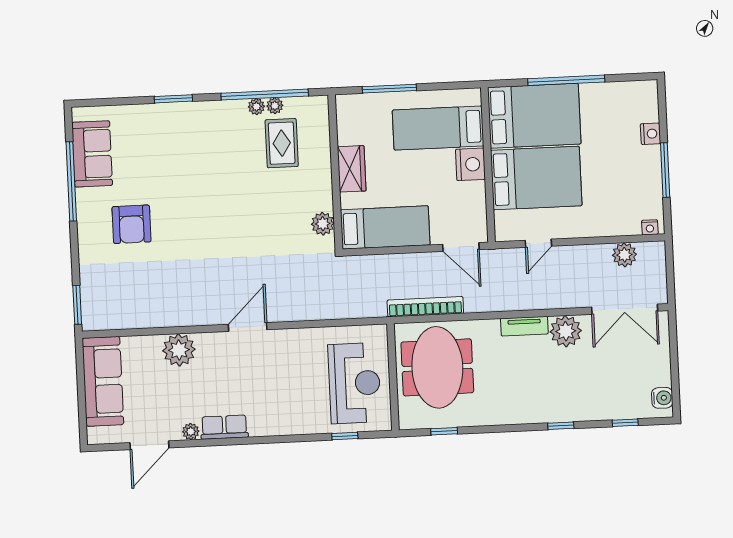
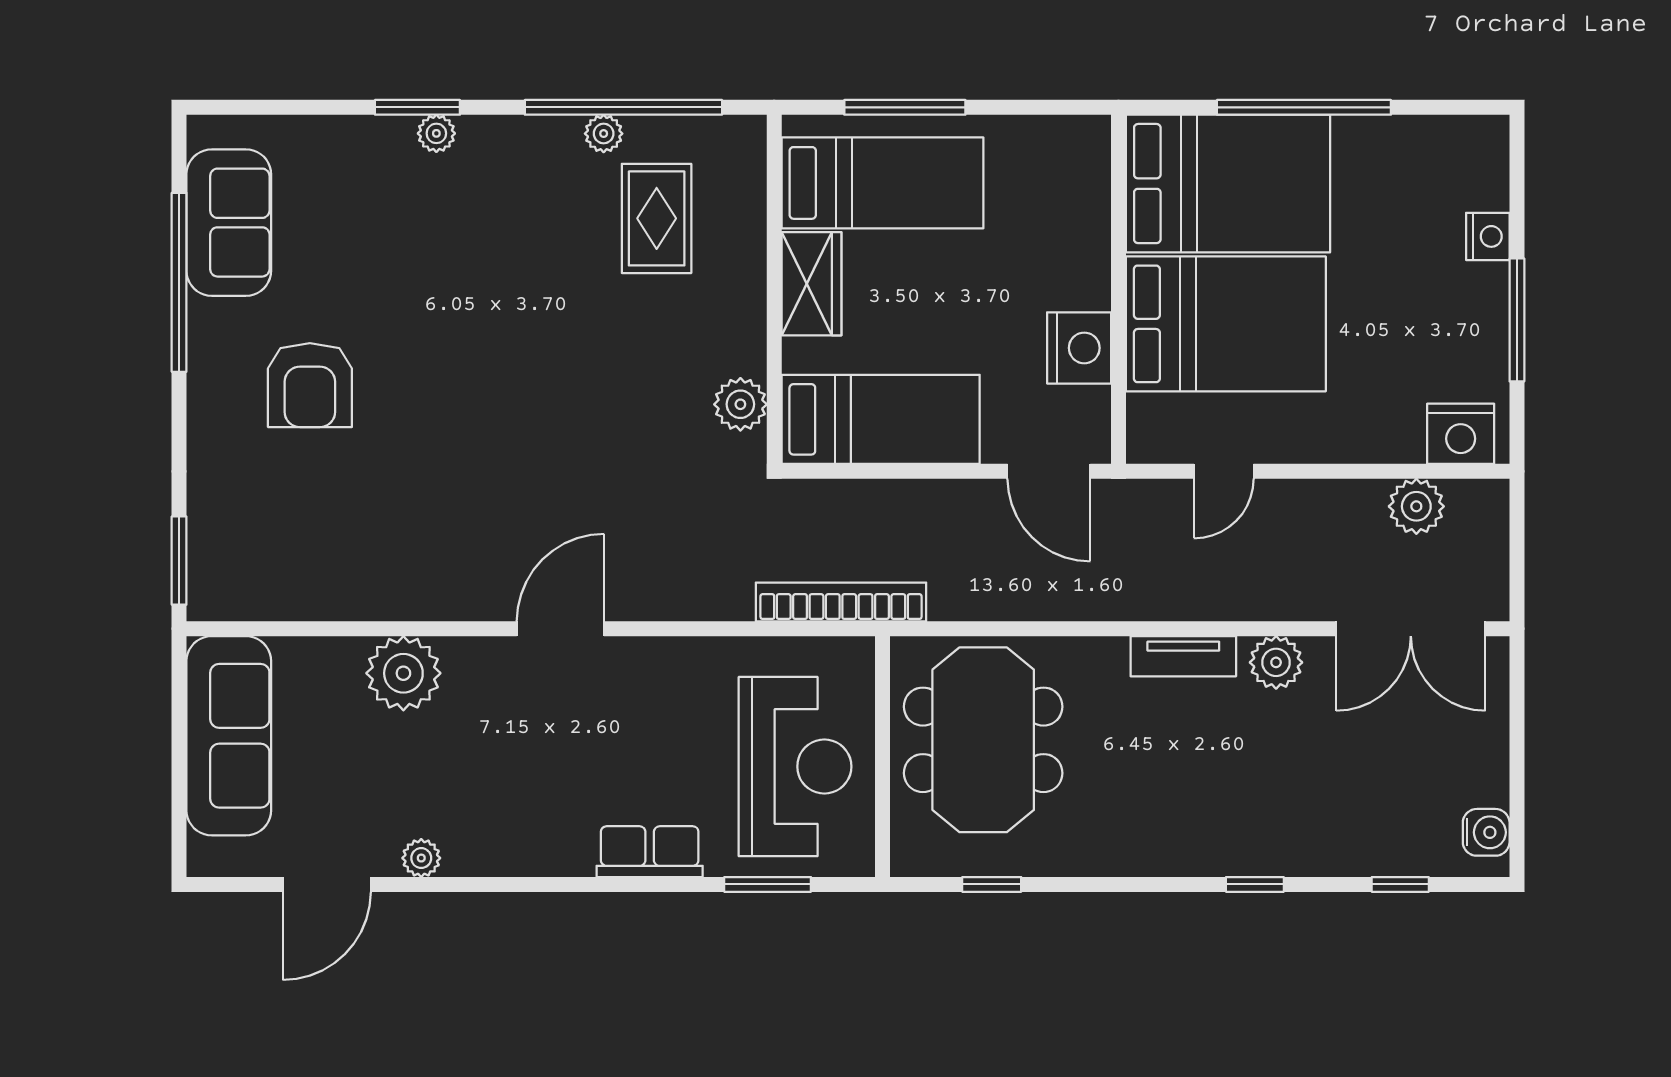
plant: (275, 106) -> (436, 133), moved
bed: (438, 128) -> (883, 183), moved, turned 180
nightstand: (470, 164) -> (1079, 348), moved
nightstand: (650, 227) -> (1461, 434), width x1.89, depth x1.79
bookcase: (425, 307) -> (841, 602), moved
plant: (566, 331) -> (1276, 662), width x0.73, depth x0.73
row of seats: (224, 427) -> (650, 852), moved
window: (345, 436) -> (768, 884), width x1.50

